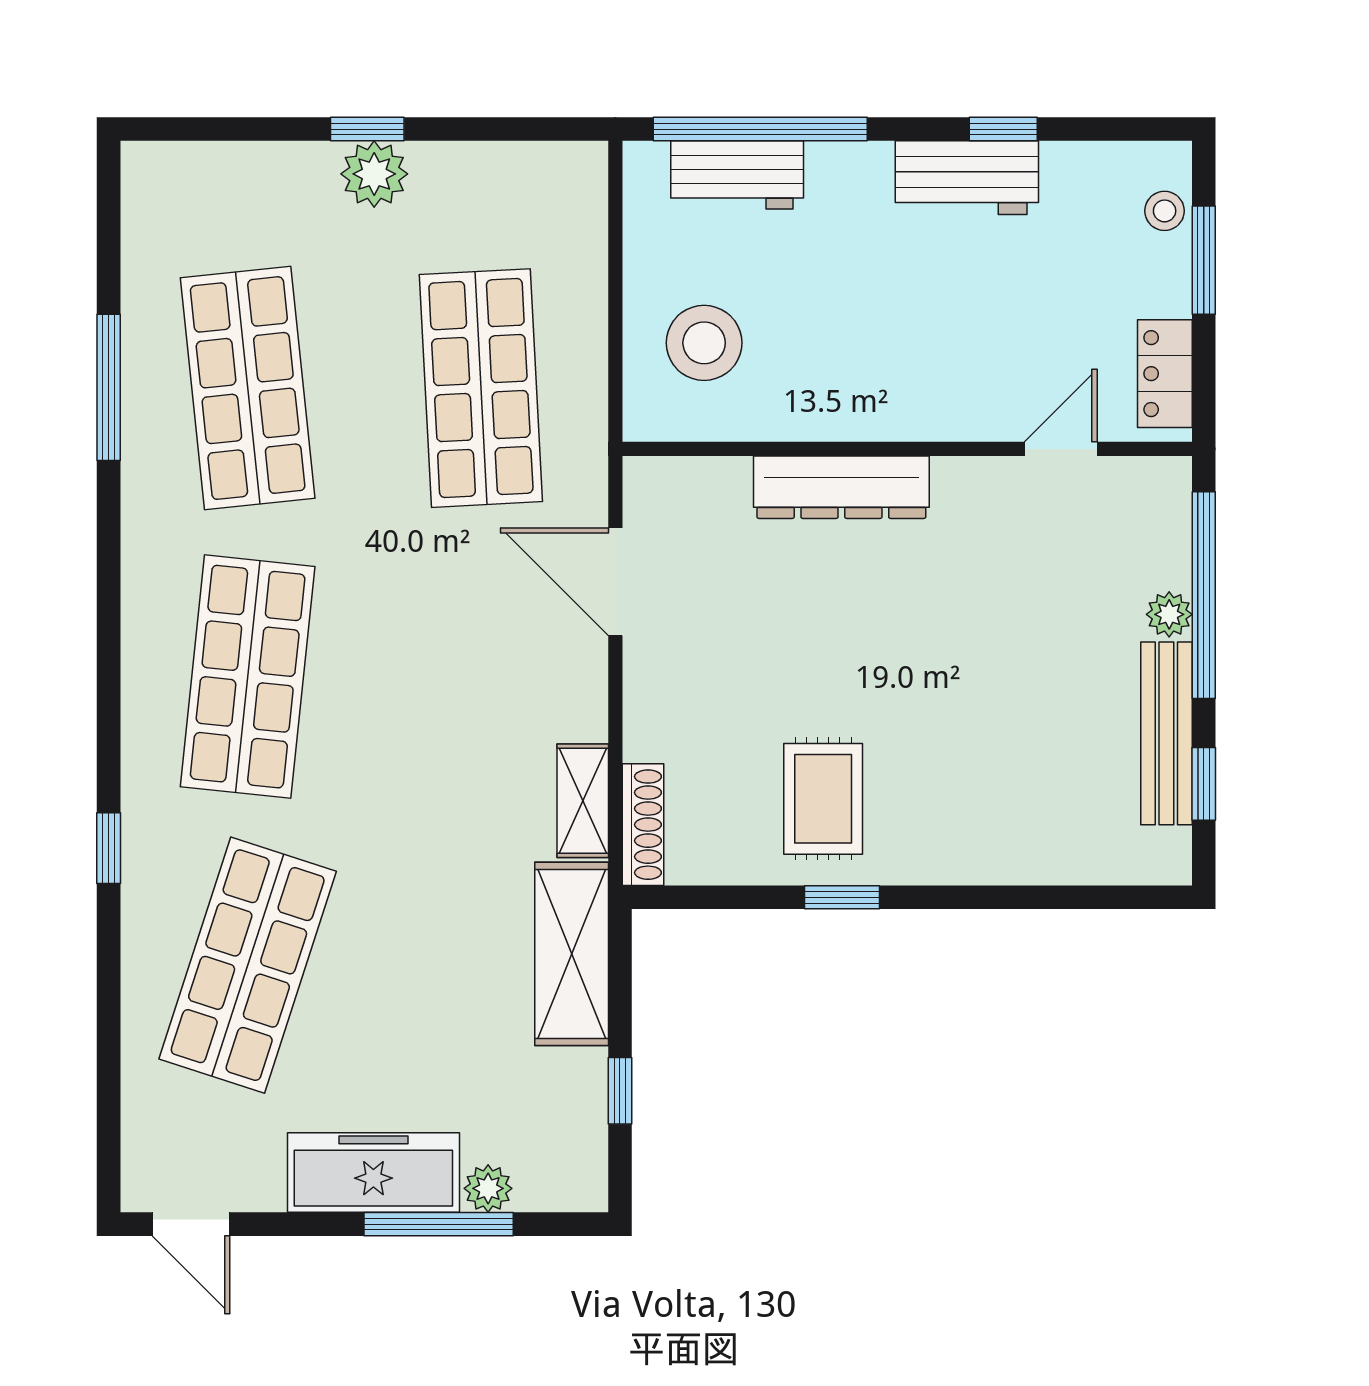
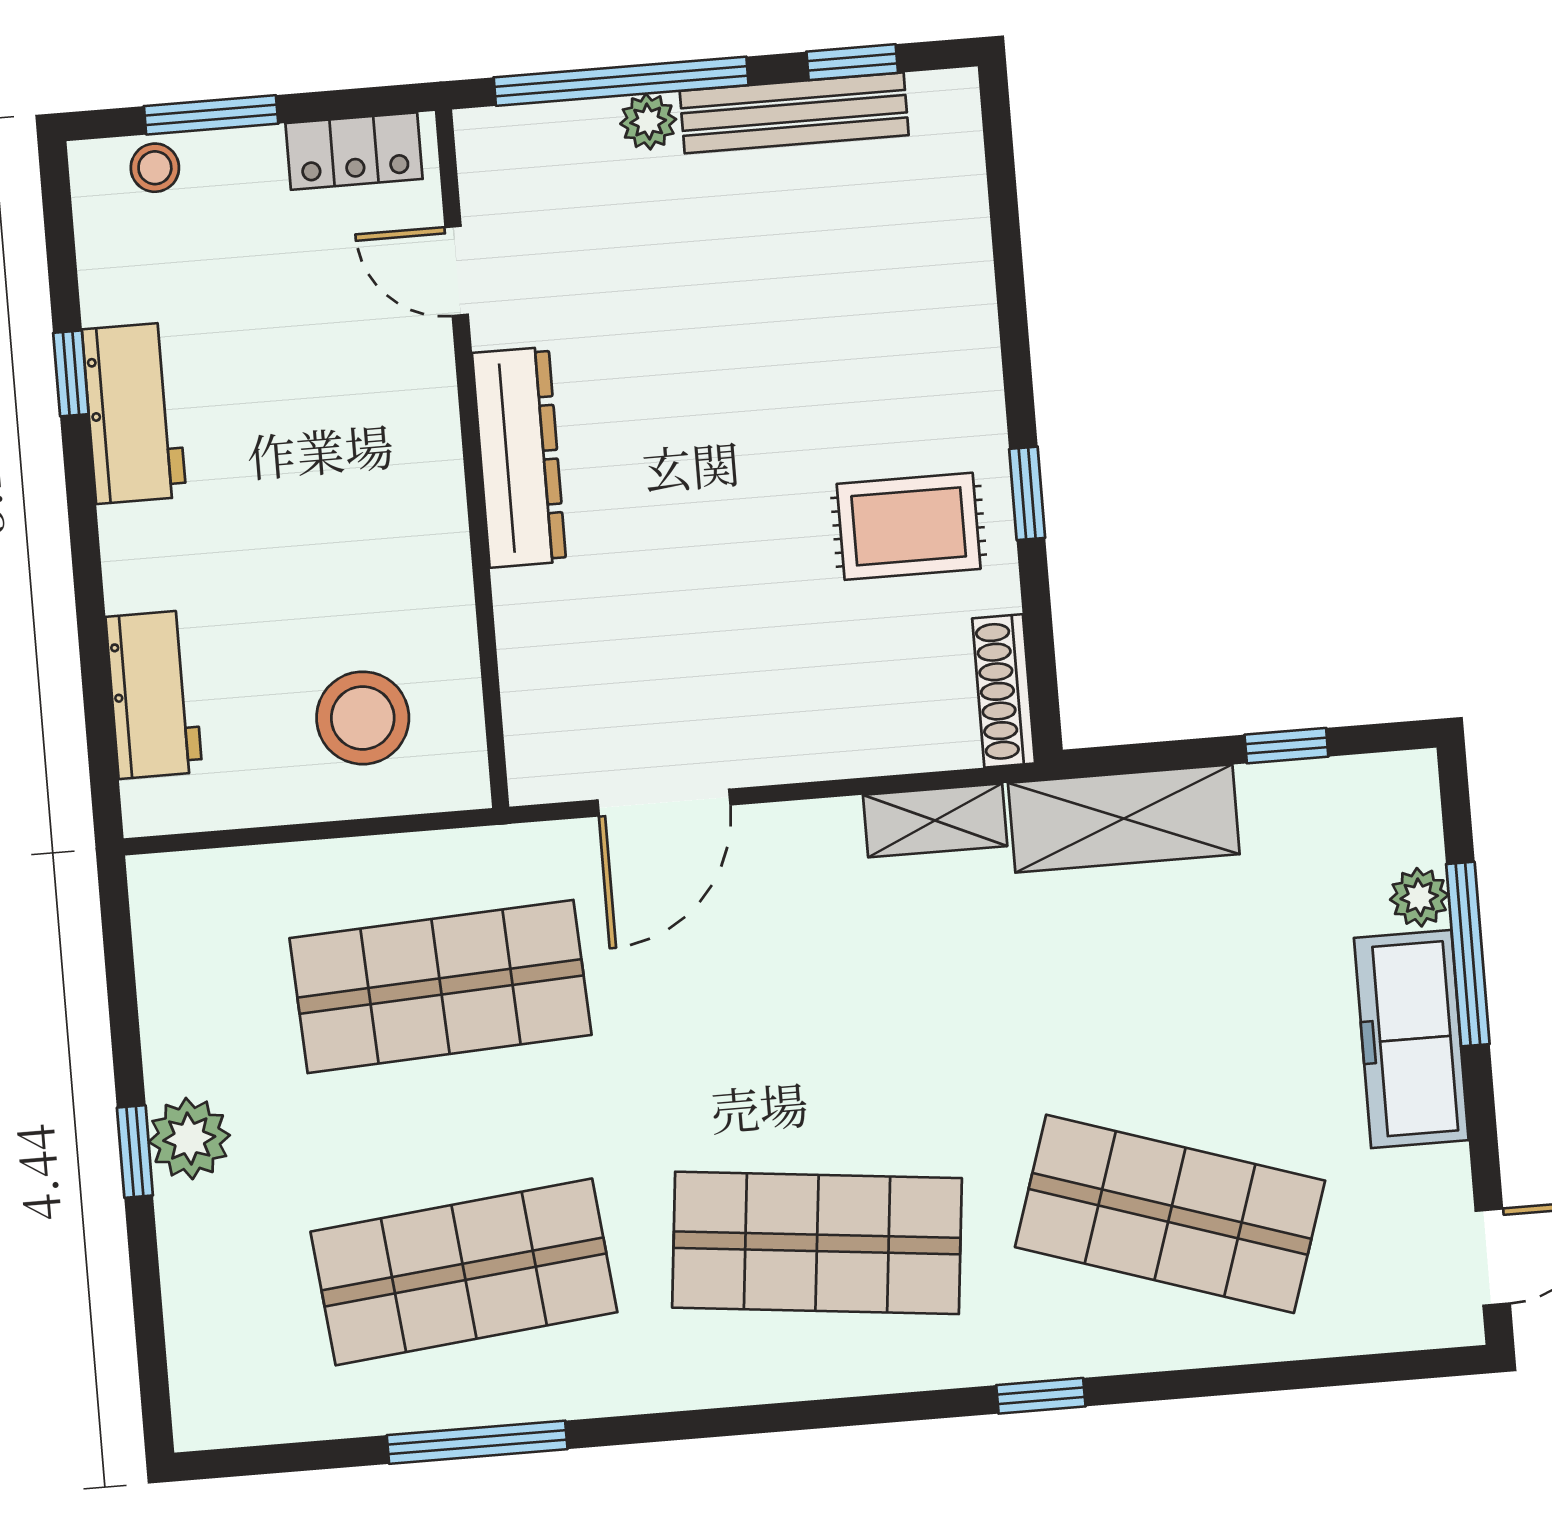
window: (760, 129) -> (95, 671), removed
dresser: (841, 487) -> (519, 457), moved
shoe rack: (643, 825) -> (1004, 691), moved, turned -90

